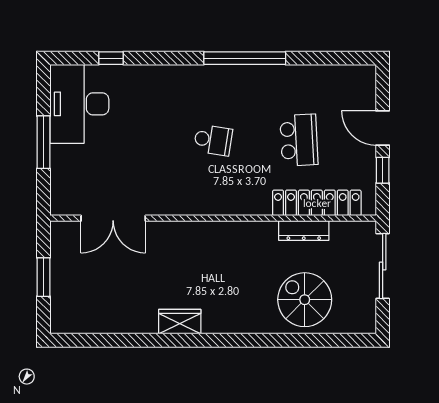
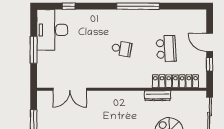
dresser: (304, 231) -> (157, 96), moved

